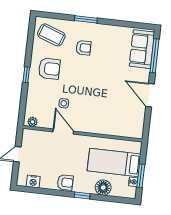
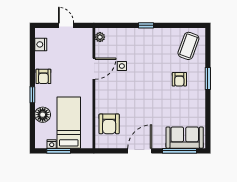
armchair: (49, 69) -> (109, 124), moved

